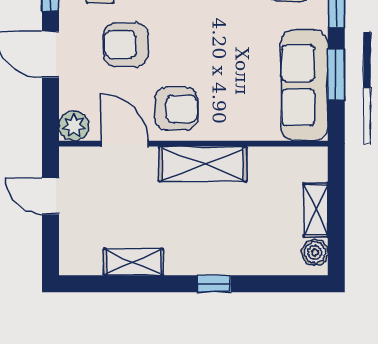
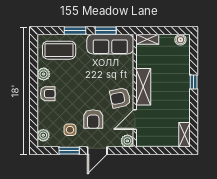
armchair: (176, 109) -> (120, 98), turned -102
door: (50, 196) -> (157, 151), removed
shelving: (316, 210) -> (147, 39), moved
shelving: (133, 262) -> (184, 135), moved

